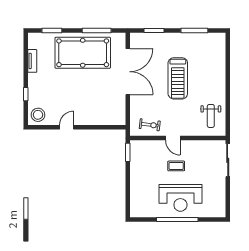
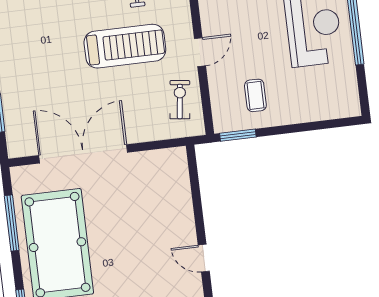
treadmill: (178, 78) -> (125, 46), moved
coffee table: (176, 166) -> (255, 95), moved

